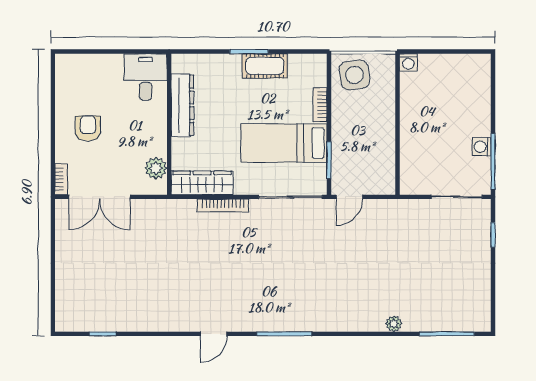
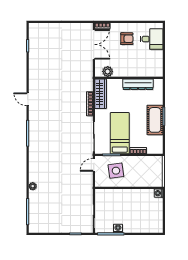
cot: (265, 66) -> (155, 120), width x1.37, depth x1.34
side table: (355, 75) -> (116, 171), moved
desk: (146, 77) -> (152, 39), moved
double door: (100, 197) -> (94, 44), swing flipped
door: (349, 197) -> (94, 165), hinge flipped

